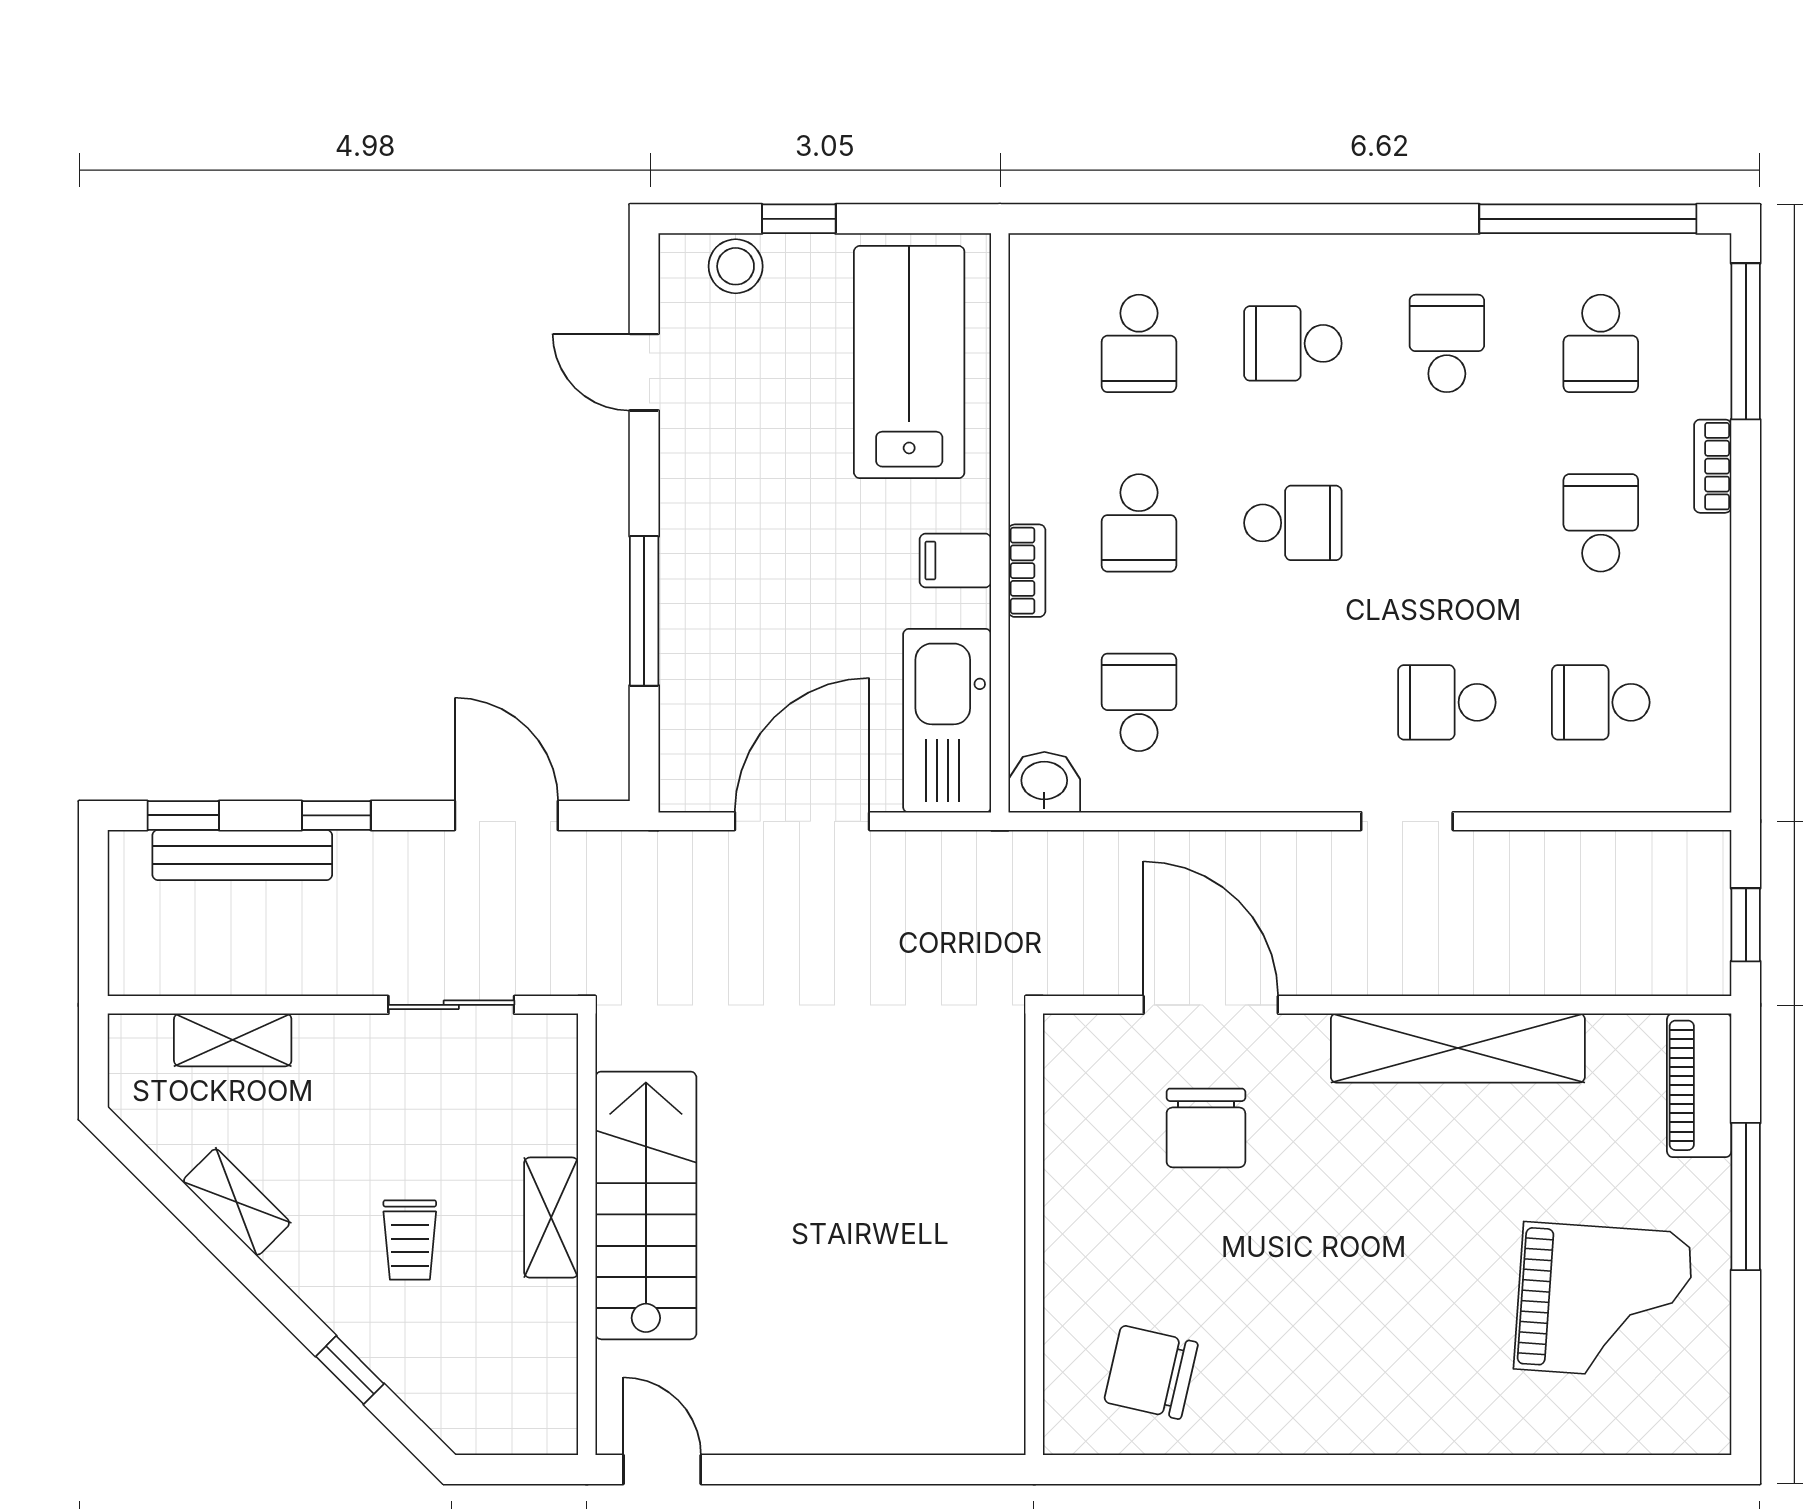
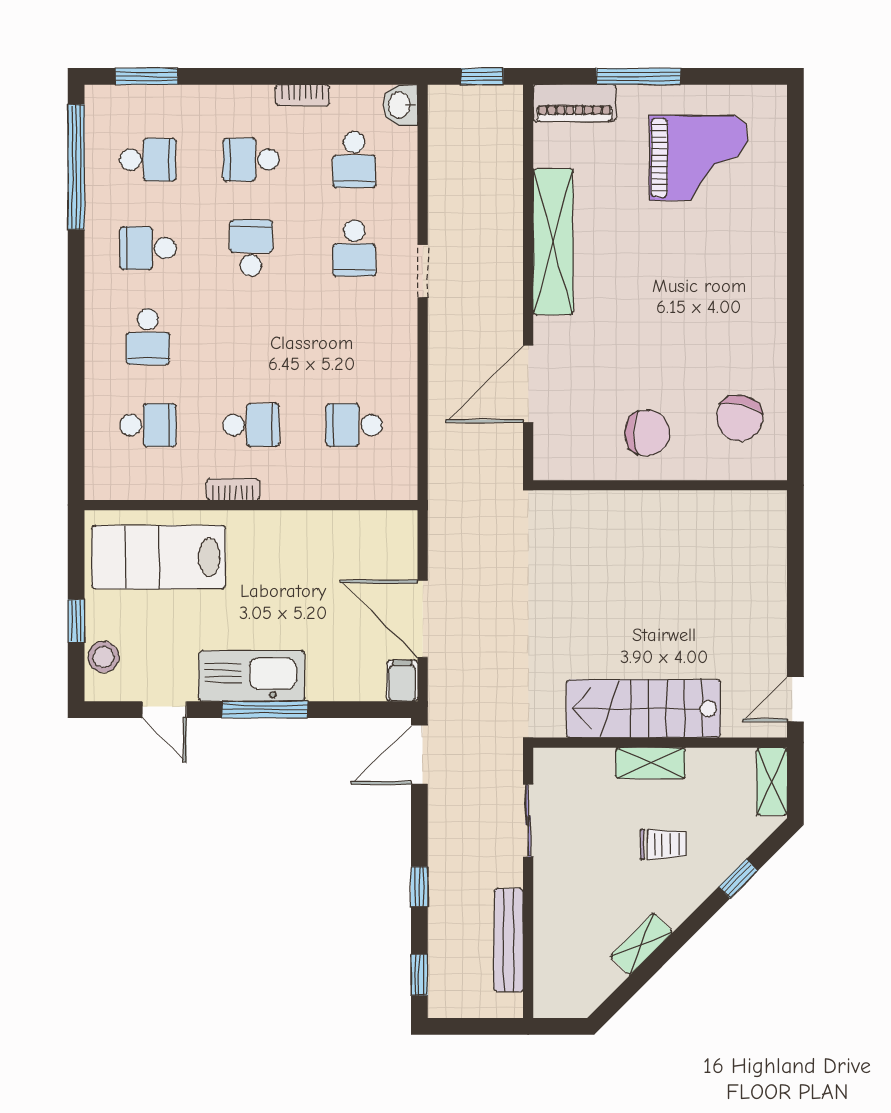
window: (1746, 341) -> (147, 76), width x0.69
door: (644, 372) -> (164, 710), hinge flipped
bookcase: (1713, 466) -> (303, 95), moved
school desk: (1293, 523) -> (251, 248), moved
filing cabinet: (955, 560) -> (402, 681), moved, turned 180
bookcase: (1027, 571) -> (233, 490), moved
window: (644, 611) -> (265, 710), moved
kitchen sink: (947, 721) -> (252, 676), moved, turned 180
washbasin: (1044, 782) -> (400, 105), moved
door: (506, 815) -> (419, 755), moved
bench: (242, 855) -> (509, 940), moved
shelving: (233, 1040) -> (772, 781), moved
chair: (1206, 1128) -> (647, 433), moved
grand piano: (1604, 1301) -> (698, 158), turned 86

